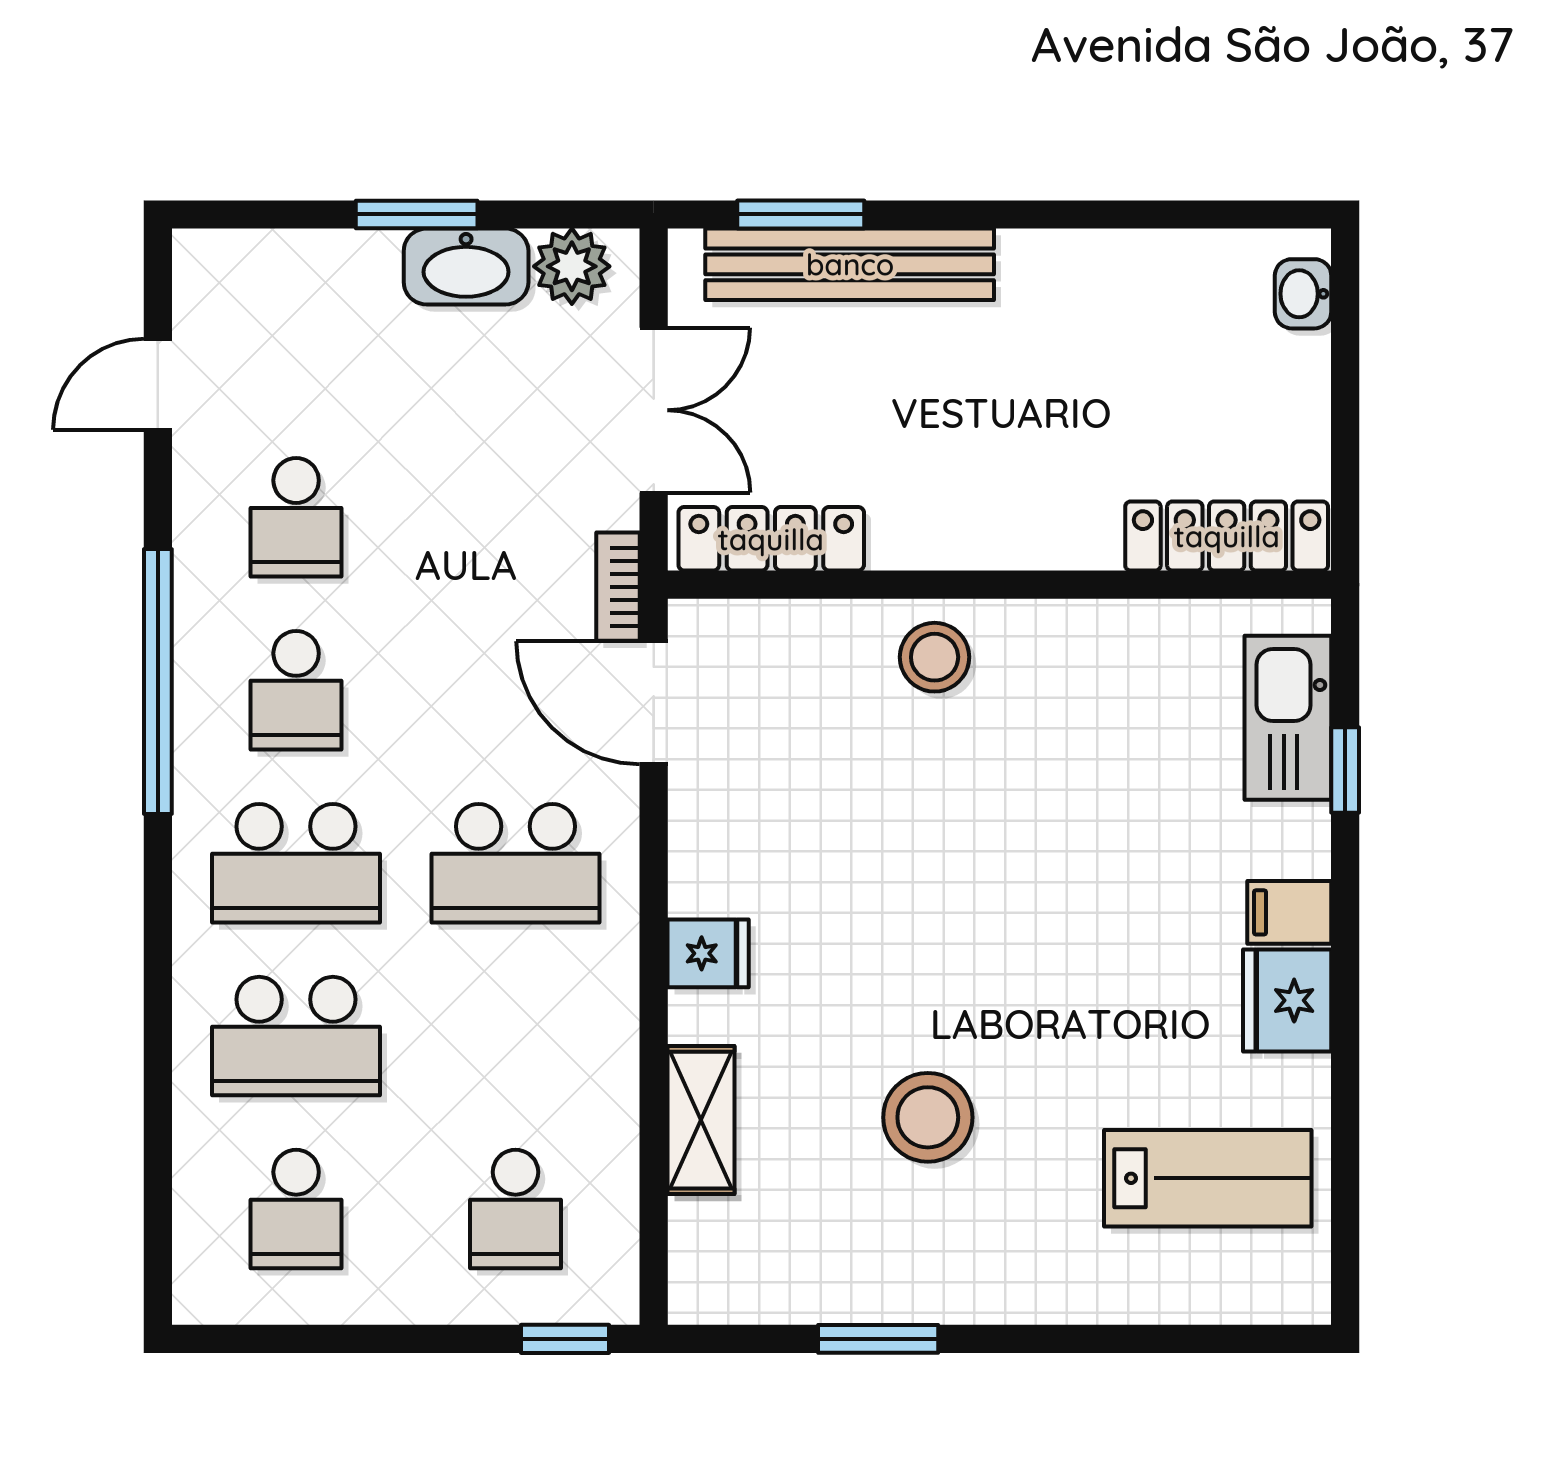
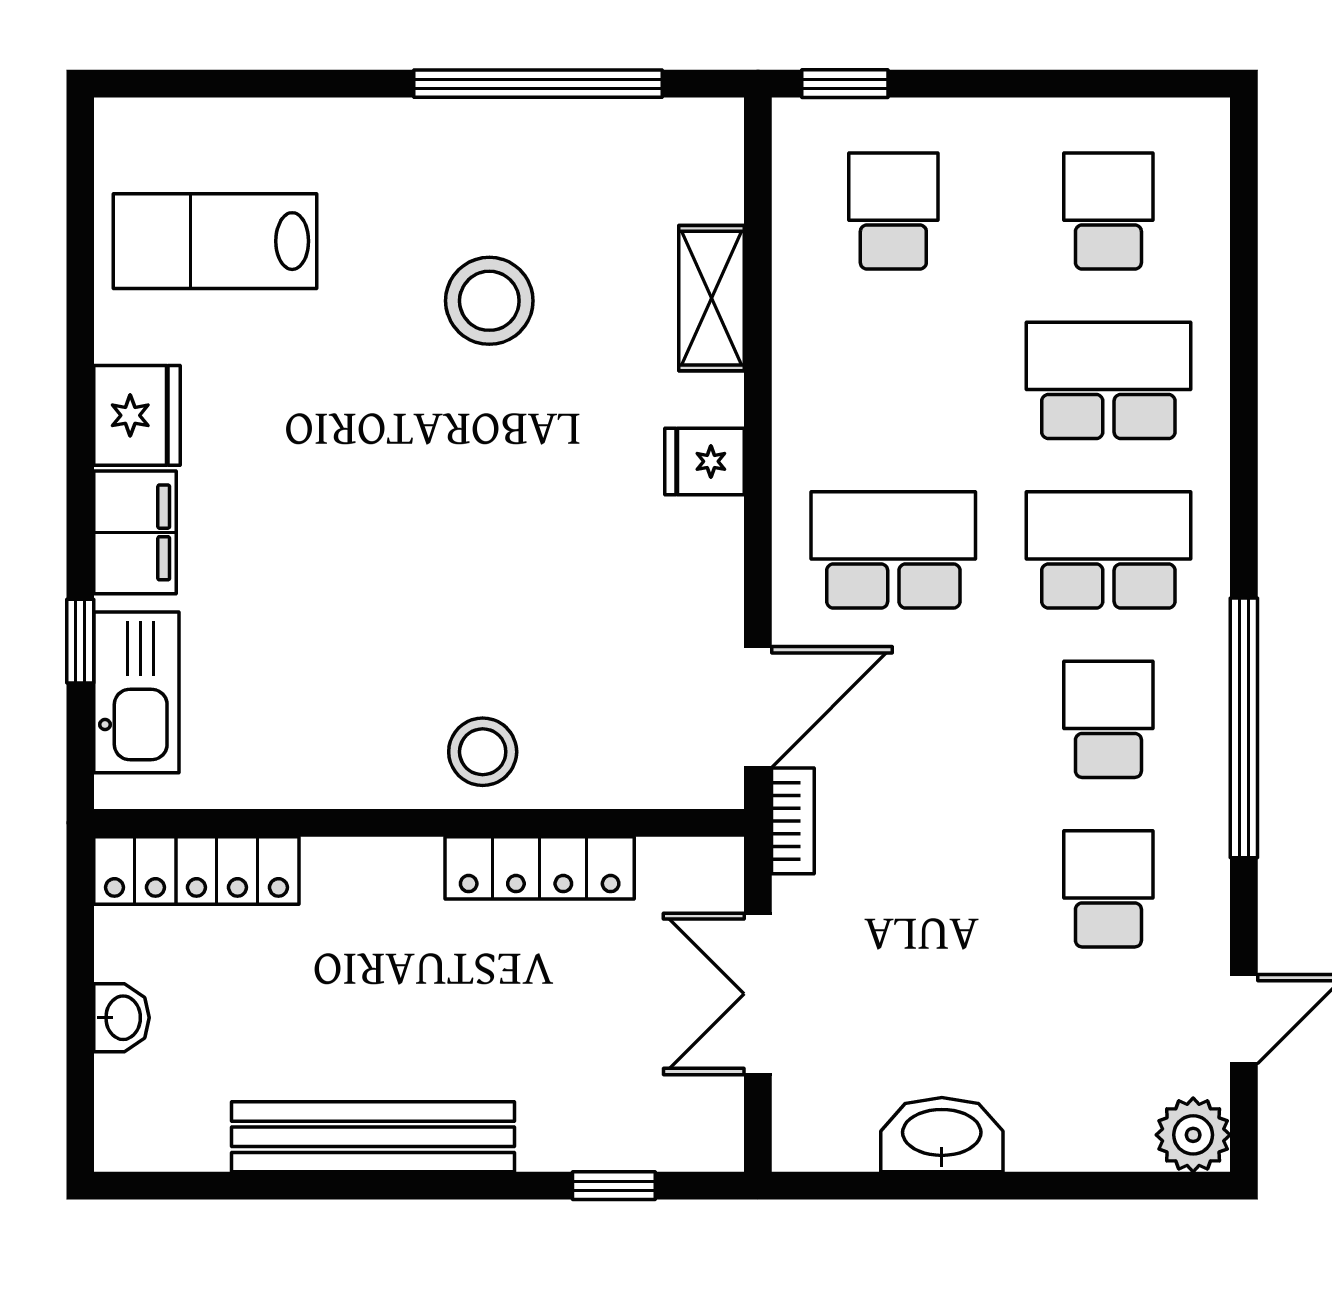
window: (417, 214) -> (990, 1186), removed
window: (801, 214) -> (614, 1186), width x0.67
bench: (850, 264) -> (373, 1137), moved
plant: (572, 266) -> (1193, 1135), moved
washbasin: (1303, 294) -> (122, 1018), moved
locker: (771, 539) -> (540, 868), moved
door: (654, 703) -> (758, 707), hinge flipped
filing cabinet: (1289, 912) -> (135, 532), width x2.00
window: (878, 1339) -> (538, 84), width x2.11

